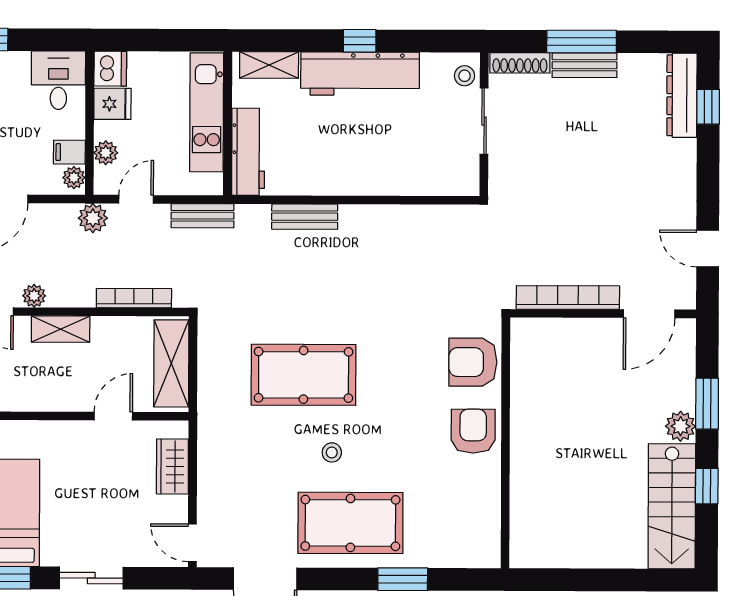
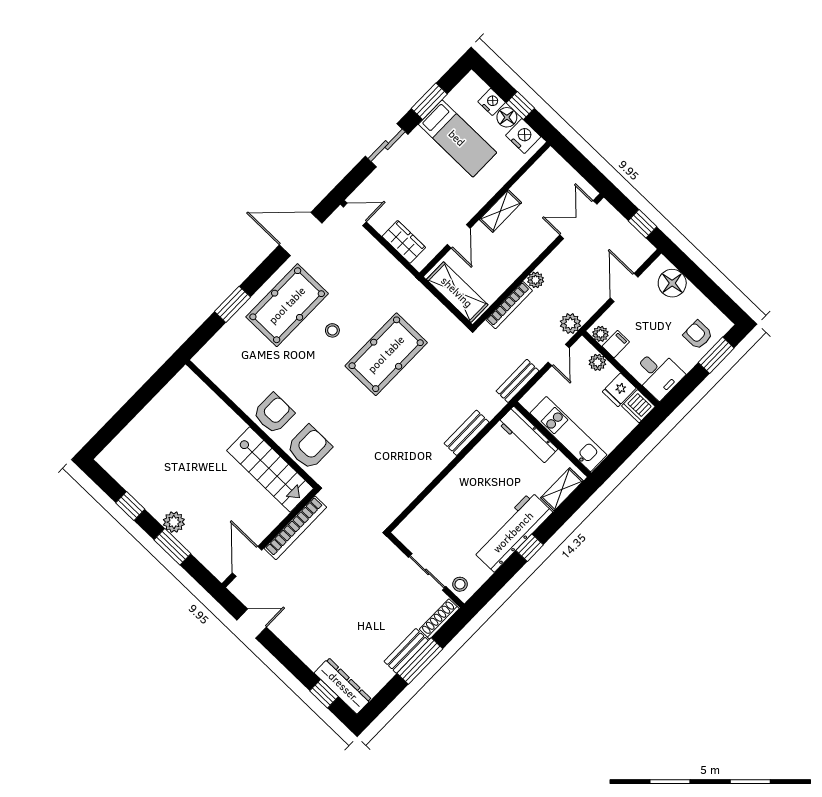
plant: (34, 296) -> (536, 280), moved
shelving: (61, 329) -> (500, 211), moved
armchair: (473, 431) -> (274, 413), turned -90
stairs: (672, 506) -> (270, 469), moved, turned 180

